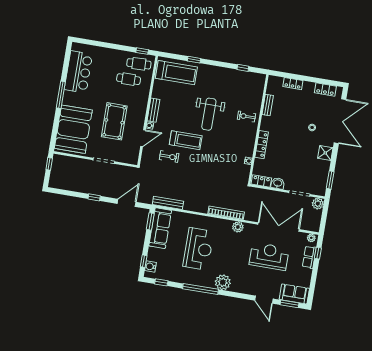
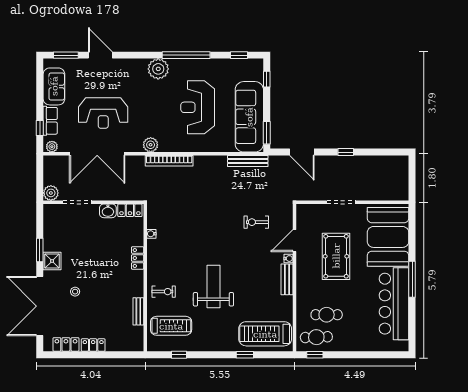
bar counter: (78, 72) -> (394, 304), width x1.36
locker: (293, 84) -> (93, 345), moved
treadmill: (186, 140) -> (171, 326), moved, turned 180
locker: (262, 145) -> (138, 258), width x0.66
window: (49, 164) -> (412, 186), removed
window: (330, 180) -> (40, 250), moved
door: (127, 203) -> (302, 152), hinge flipped
sofa: (160, 228) -> (249, 117), width x1.36, depth x1.27
water cooler: (150, 266) -> (257, 74), removed
sofa: (294, 294) -> (54, 86), moved, turned -90

